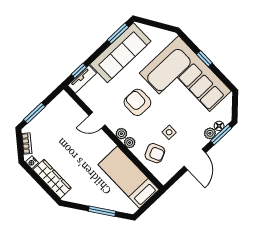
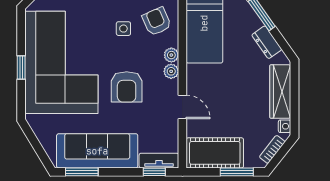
cot: (56, 112) -> (215, 153), added
dresser: (85, 199) -> (267, 42), added

